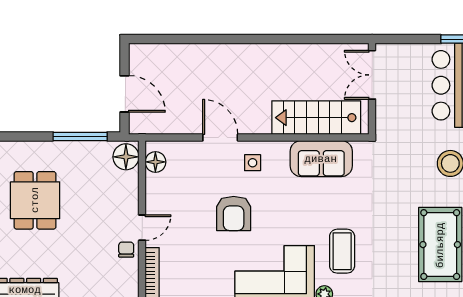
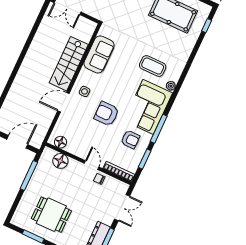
stairs: (316, 118) -> (69, 64), moved
floor lamp: (126, 157) -> (60, 161), moved
armchair: (234, 213) -> (106, 114), turned 180
armchair: (211, 270) -> (130, 139), added

